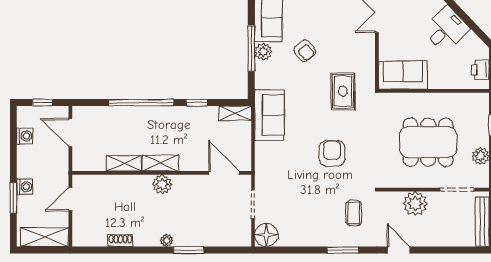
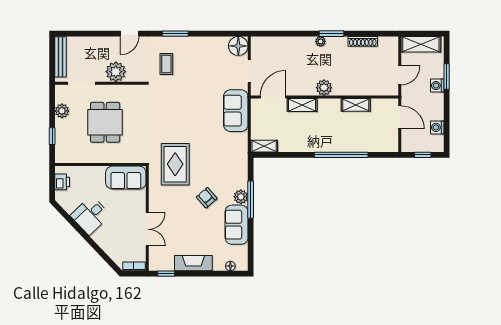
rug: (343, 91) -> (175, 164), width x1.36, depth x1.43
window: (197, 103) -> (296, 155), removed
sofa: (269, 115) -> (236, 111), moved
door: (70, 133) -> (400, 117), moved
dining table: (428, 142) -> (105, 122), width x0.73
armchair: (332, 153) -> (184, 113), removed
shelving: (160, 163) -> (302, 105), moved
door: (224, 173) -> (273, 97), swing flipped
shoe rack: (120, 241) -> (363, 41), width x1.43
window: (189, 250) -> (332, 34), moved
door: (399, 250) -> (129, 34), hinge flipped

